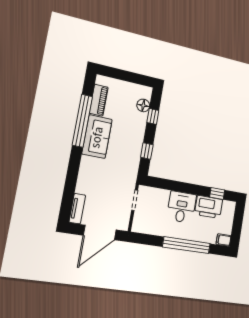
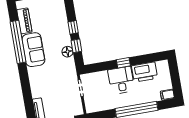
floor lamp: (143, 105) -> (67, 52), moved
window: (153, 116) -> (73, 27), moved
window: (217, 194) -> (123, 63), moved

